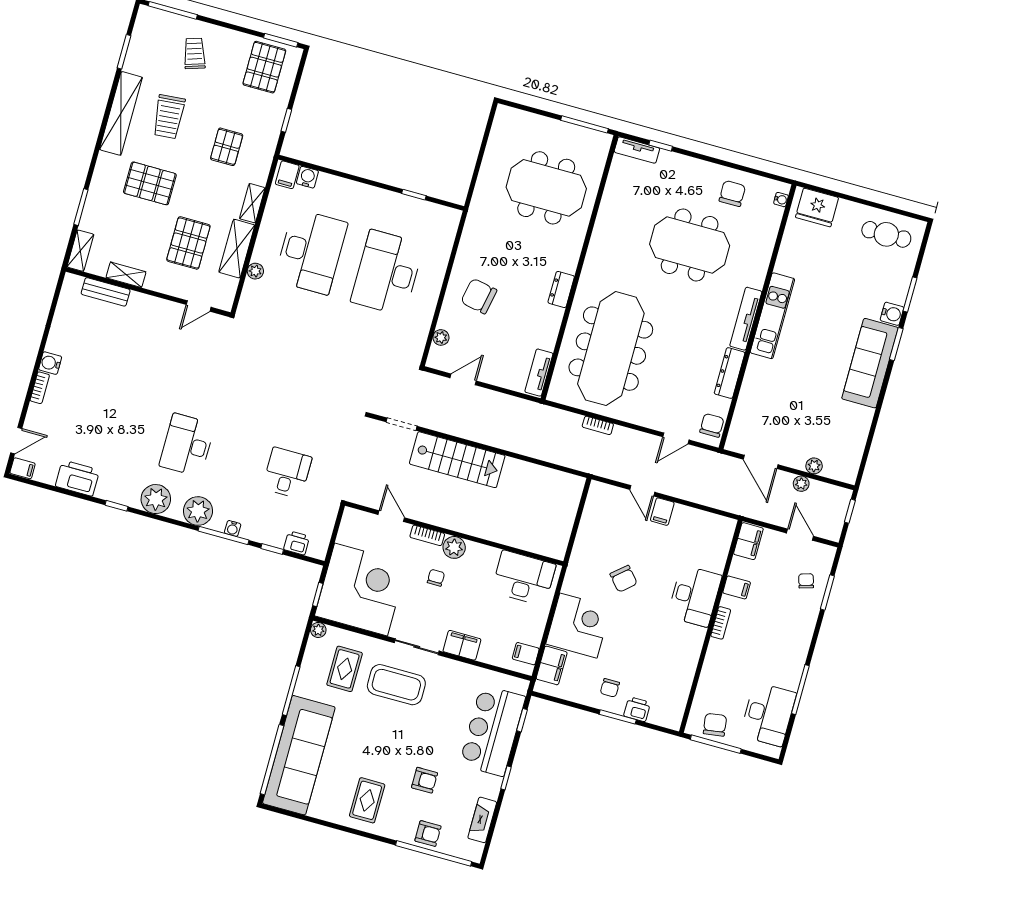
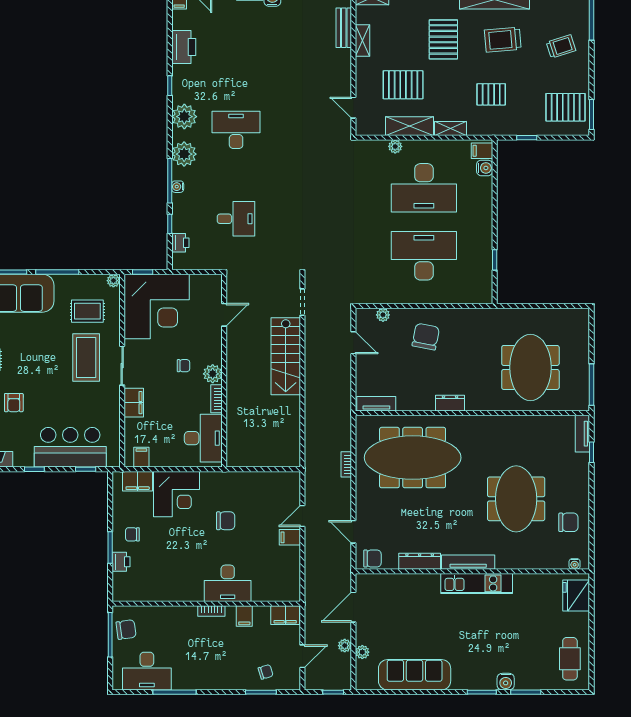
sofa: (870, 363) -> (415, 675), moved
bookcase: (427, 535) -> (216, 399), moved
chair: (624, 579) -> (226, 521), turned -139

